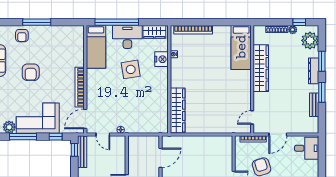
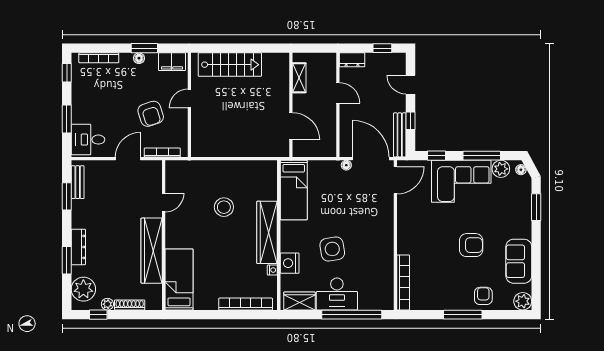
bed: (96, 47) -> (294, 190), moved, turned 180
armchair: (31, 72) -> (471, 245), turned 90
bookcase: (80, 87) -> (403, 282), moved
window: (322, 92) -> (67, 196), moved
stool: (209, 100) -> (224, 207), added
bench: (314, 105) -> (78, 182), moved
wardrobe: (178, 110) -> (267, 232), moved
door: (252, 117) -> (164, 203), moved
door: (103, 134) -> (371, 159), width x1.87
window: (74, 150) -> (410, 121), moved
door: (161, 158) -> (291, 126), swing flipped
window: (322, 163) -> (67, 119), added

